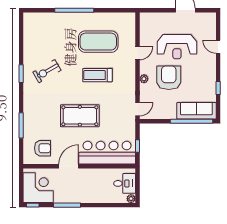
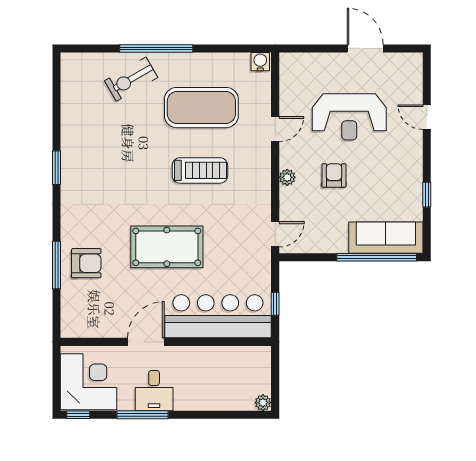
water cooler: (130, 17) -> (260, 62), added
exercise bike: (47, 71) -> (131, 79), moved
treadmill: (97, 75) -> (200, 170), turned 180
armchair: (169, 78) -> (334, 175), width x0.53, depth x0.53
armchair: (42, 148) -> (86, 263), moved
desk: (125, 183) -> (154, 391), moved, turned 90

